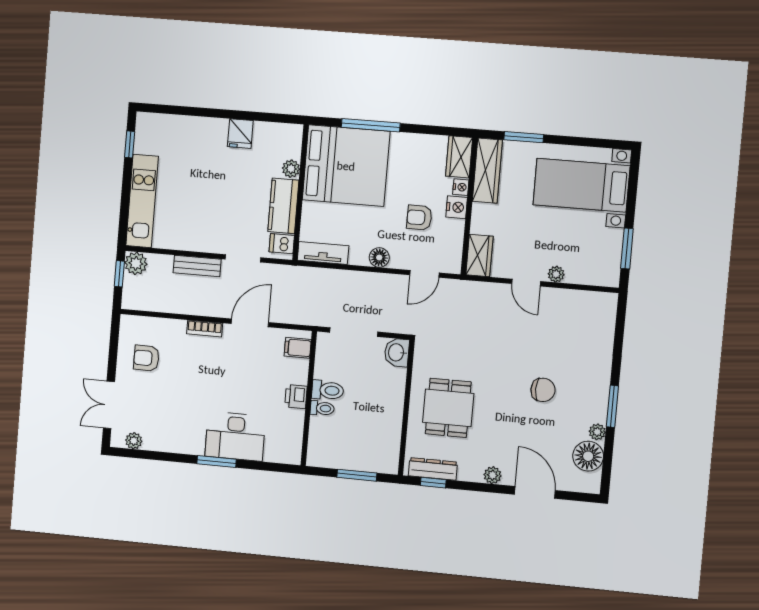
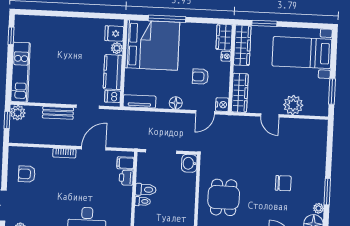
fridge: (240, 134) -> (114, 34), moved, turned 90
nightstand: (457, 207) -> (222, 105), moved
wardrobe: (479, 256) -> (240, 93), width x1.50
plant: (556, 274) -> (293, 105), width x1.88, depth x1.88
printer: (296, 397) -> (126, 178), moved

